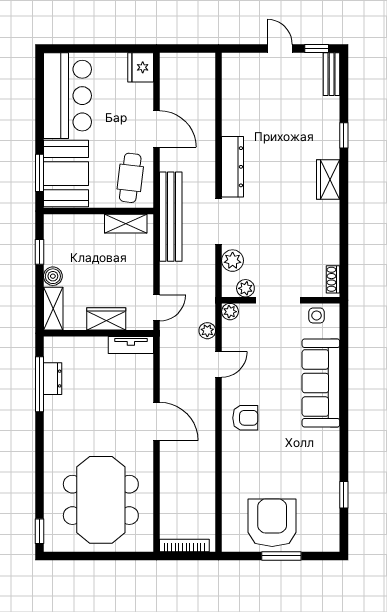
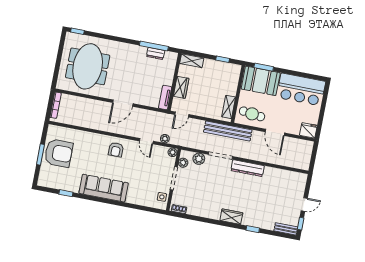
door: (156, 129) -> (275, 132), hinge flipped
boiler: (53, 276) -> (209, 64), removed
door: (156, 308) -> (182, 114), hinge flipped
sofa: (321, 383) -> (104, 188), moved
meeting table: (101, 500) -> (88, 66), turned 90

